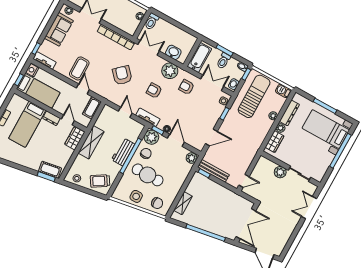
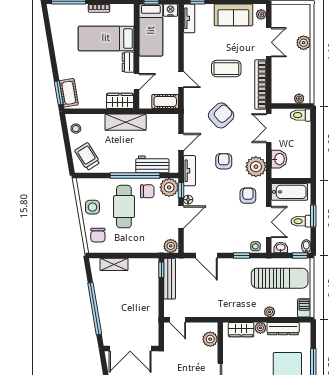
double door: (149, 48) -> (269, 128), swing flipped
coffee table: (79, 68) -> (226, 69), moved
door: (83, 89) -> (181, 80), hinge flipped
workbench: (123, 152) -> (152, 164), moved
plant: (280, 172) -> (210, 339), moved

